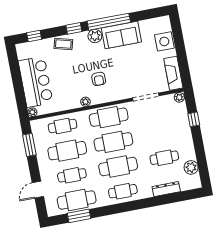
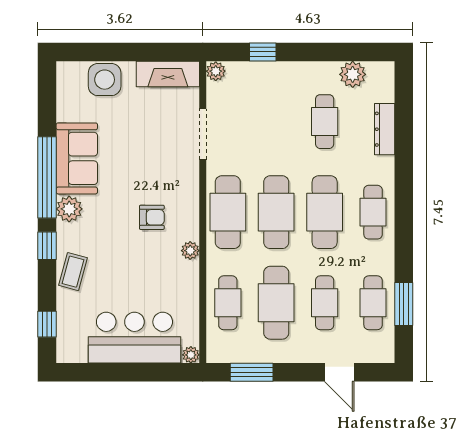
cafe table: (77, 200) -> (373, 303), width x0.73, depth x0.74

